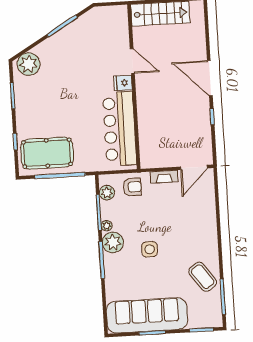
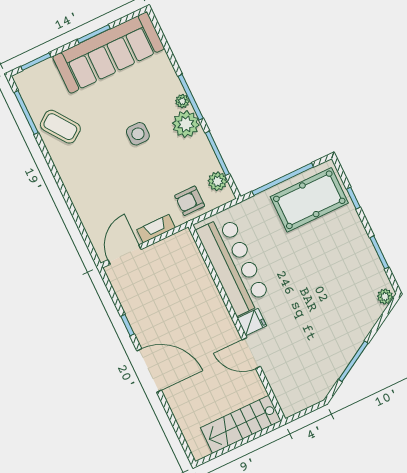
plant: (29, 64) -> (385, 297), width x0.53, depth x0.53
plant: (107, 226) -> (182, 101), moved

